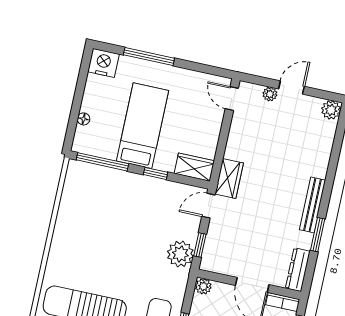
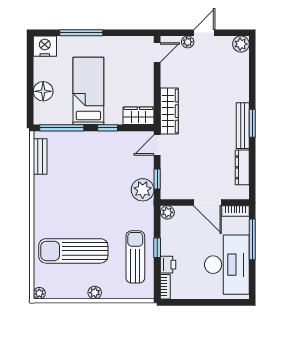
door: (232, 99) -> (157, 52), swing flipped
floor lamp: (84, 119) -> (43, 91), width x1.89, depth x1.89
wardrobe: (229, 178) -> (169, 111), width x1.50
bench: (70, 190) -> (40, 157), added
window: (318, 235) -> (252, 123), moved
dresser: (298, 270) -> (242, 167), moved

